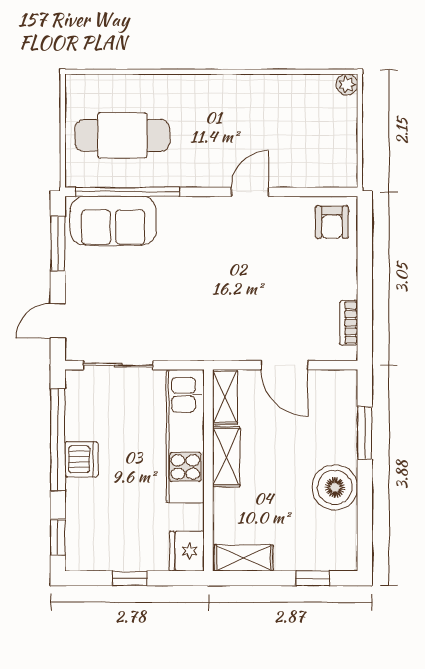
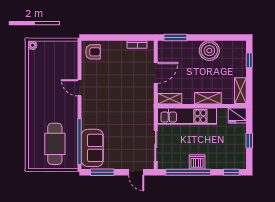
window: (365, 433) -> (175, 37), moved
shelving: (226, 457) -> (208, 98), moved

